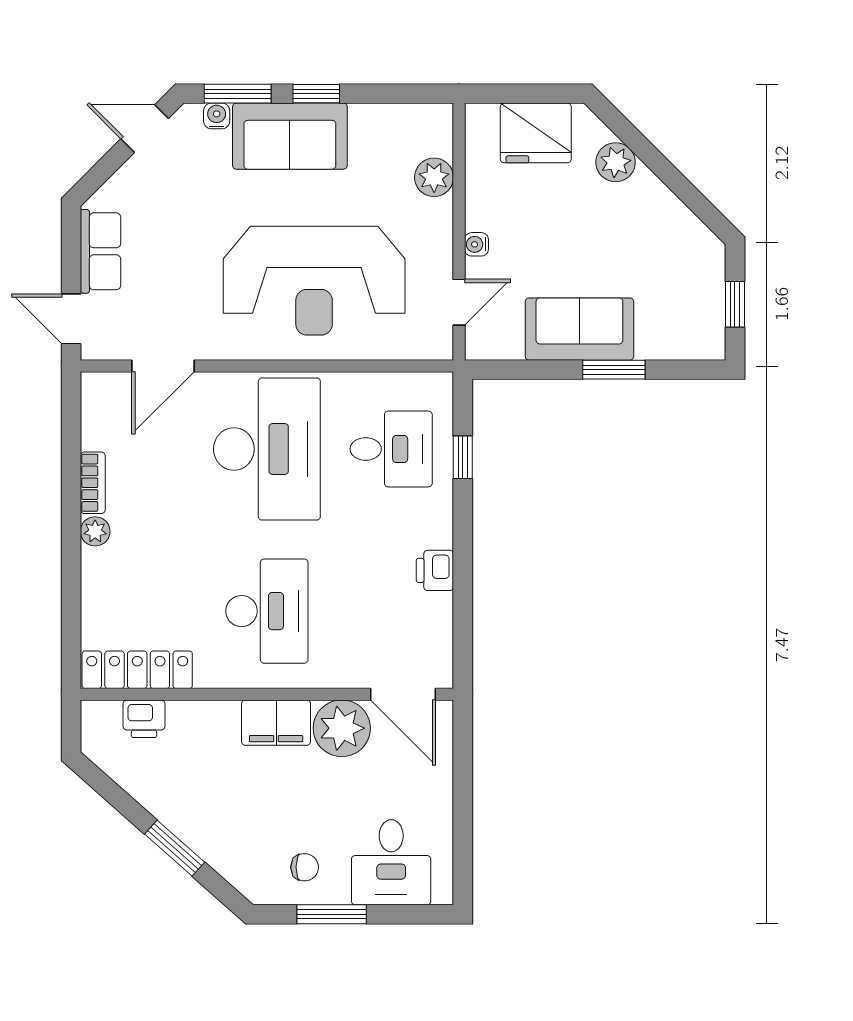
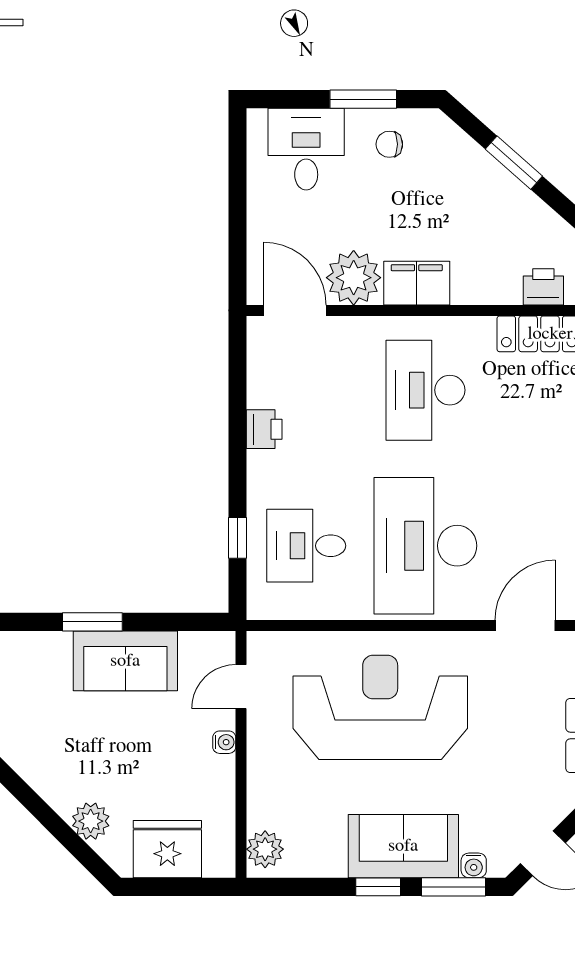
plant: (434, 177) -> (265, 849), moved

